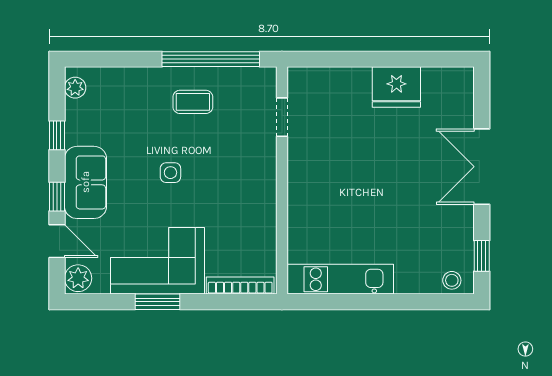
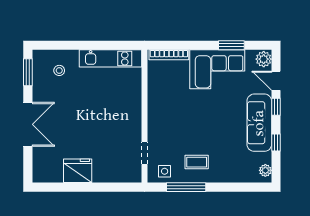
window: (211, 59) -> (186, 187), width x0.68
side table: (170, 173) -> (165, 171), moved
sofa: (85, 182) -> (259, 123), width x1.36
window: (482, 256) -> (28, 72), width x1.50
stool: (452, 280) -> (59, 70), moved
window: (157, 302) -> (231, 45), moved

